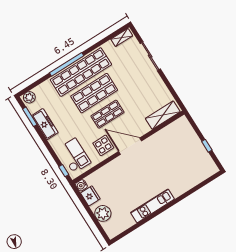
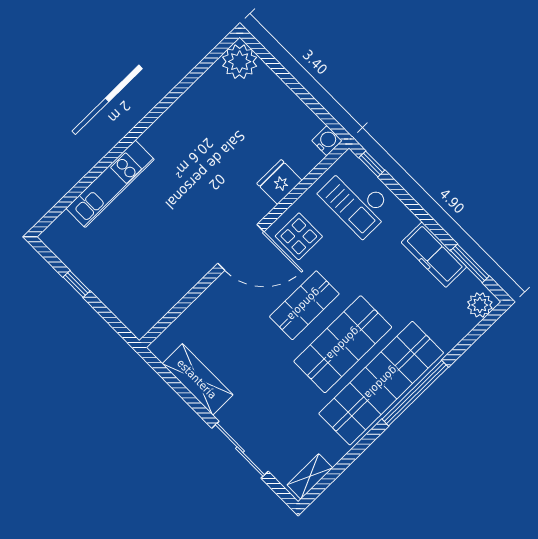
shelving: (163, 115) -> (197, 379), moved, turned 90
fridge: (90, 196) -> (279, 182), moved, turned 90
kitchen unit: (153, 206) -> (110, 184), moved
plant: (103, 213) -> (240, 62), moved

